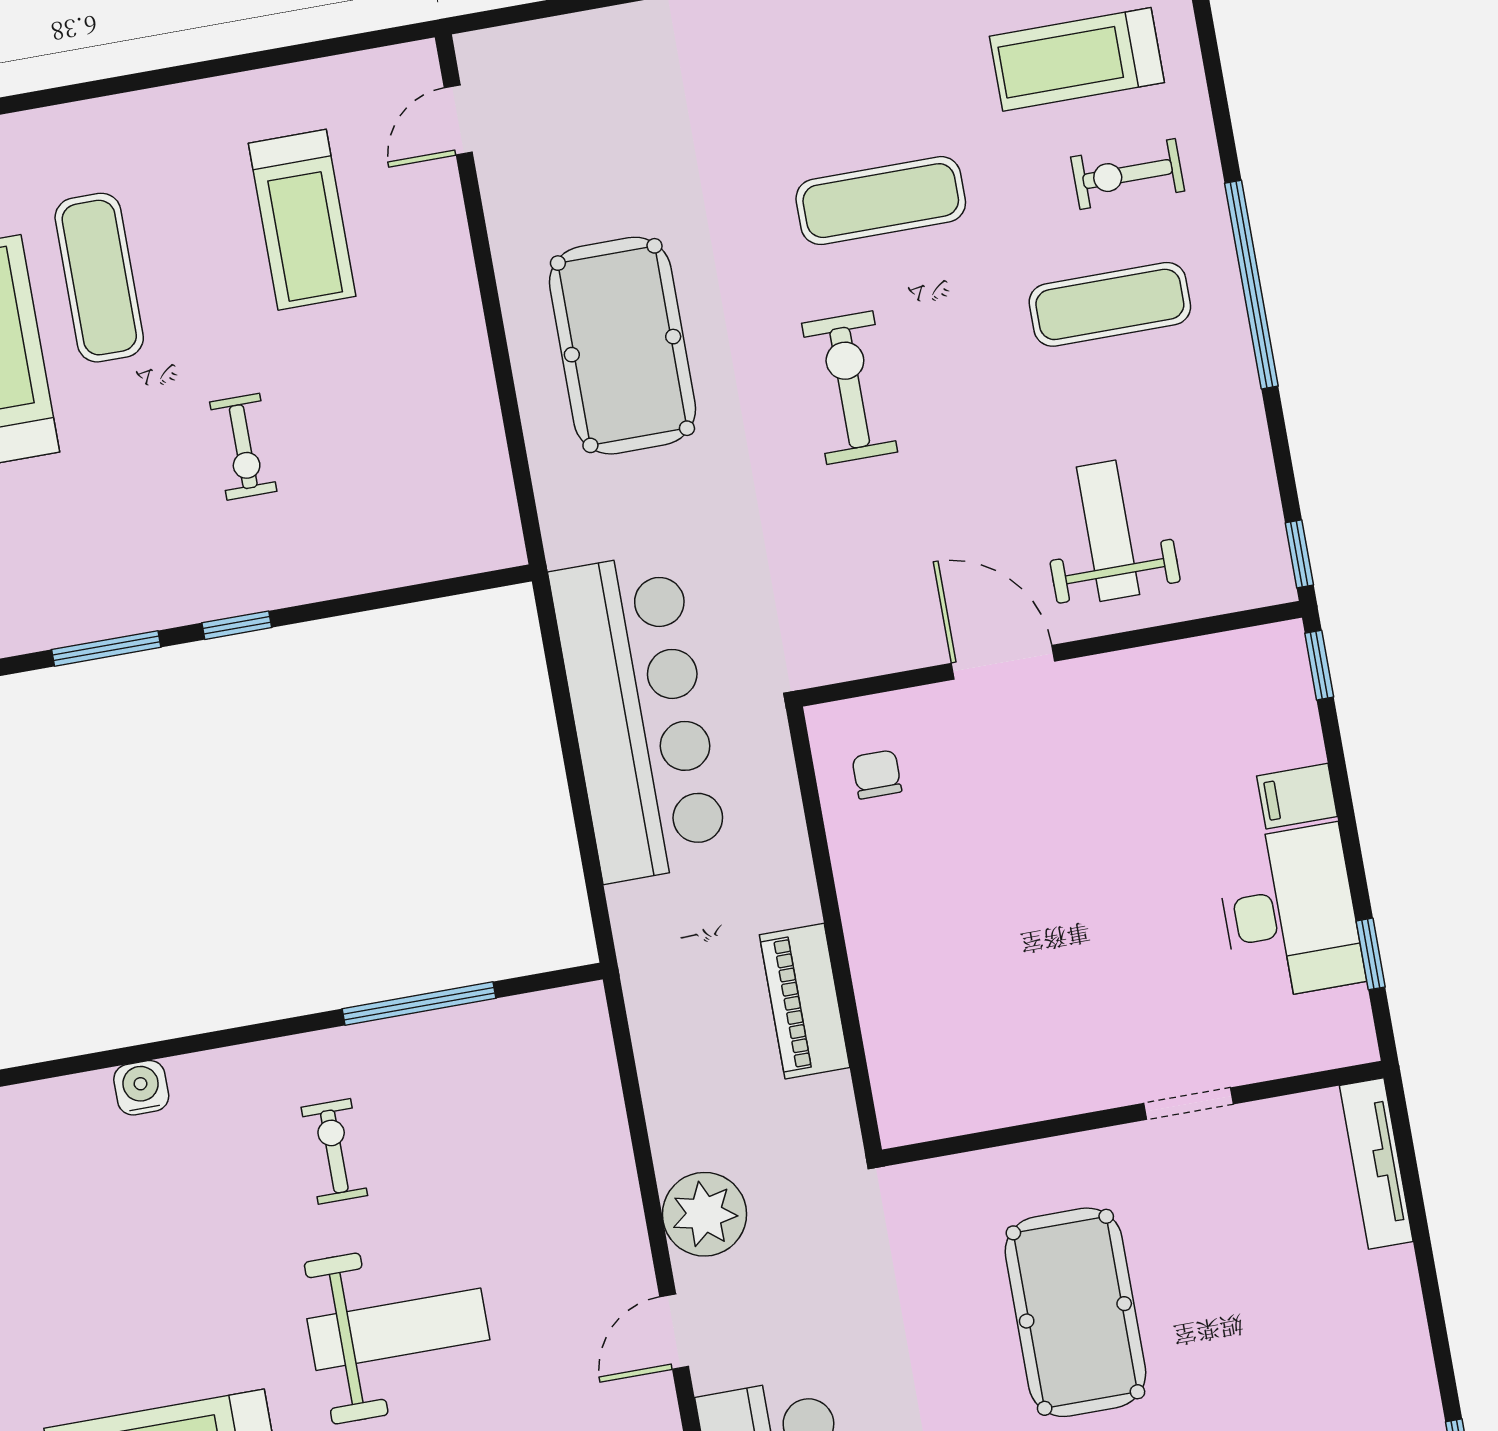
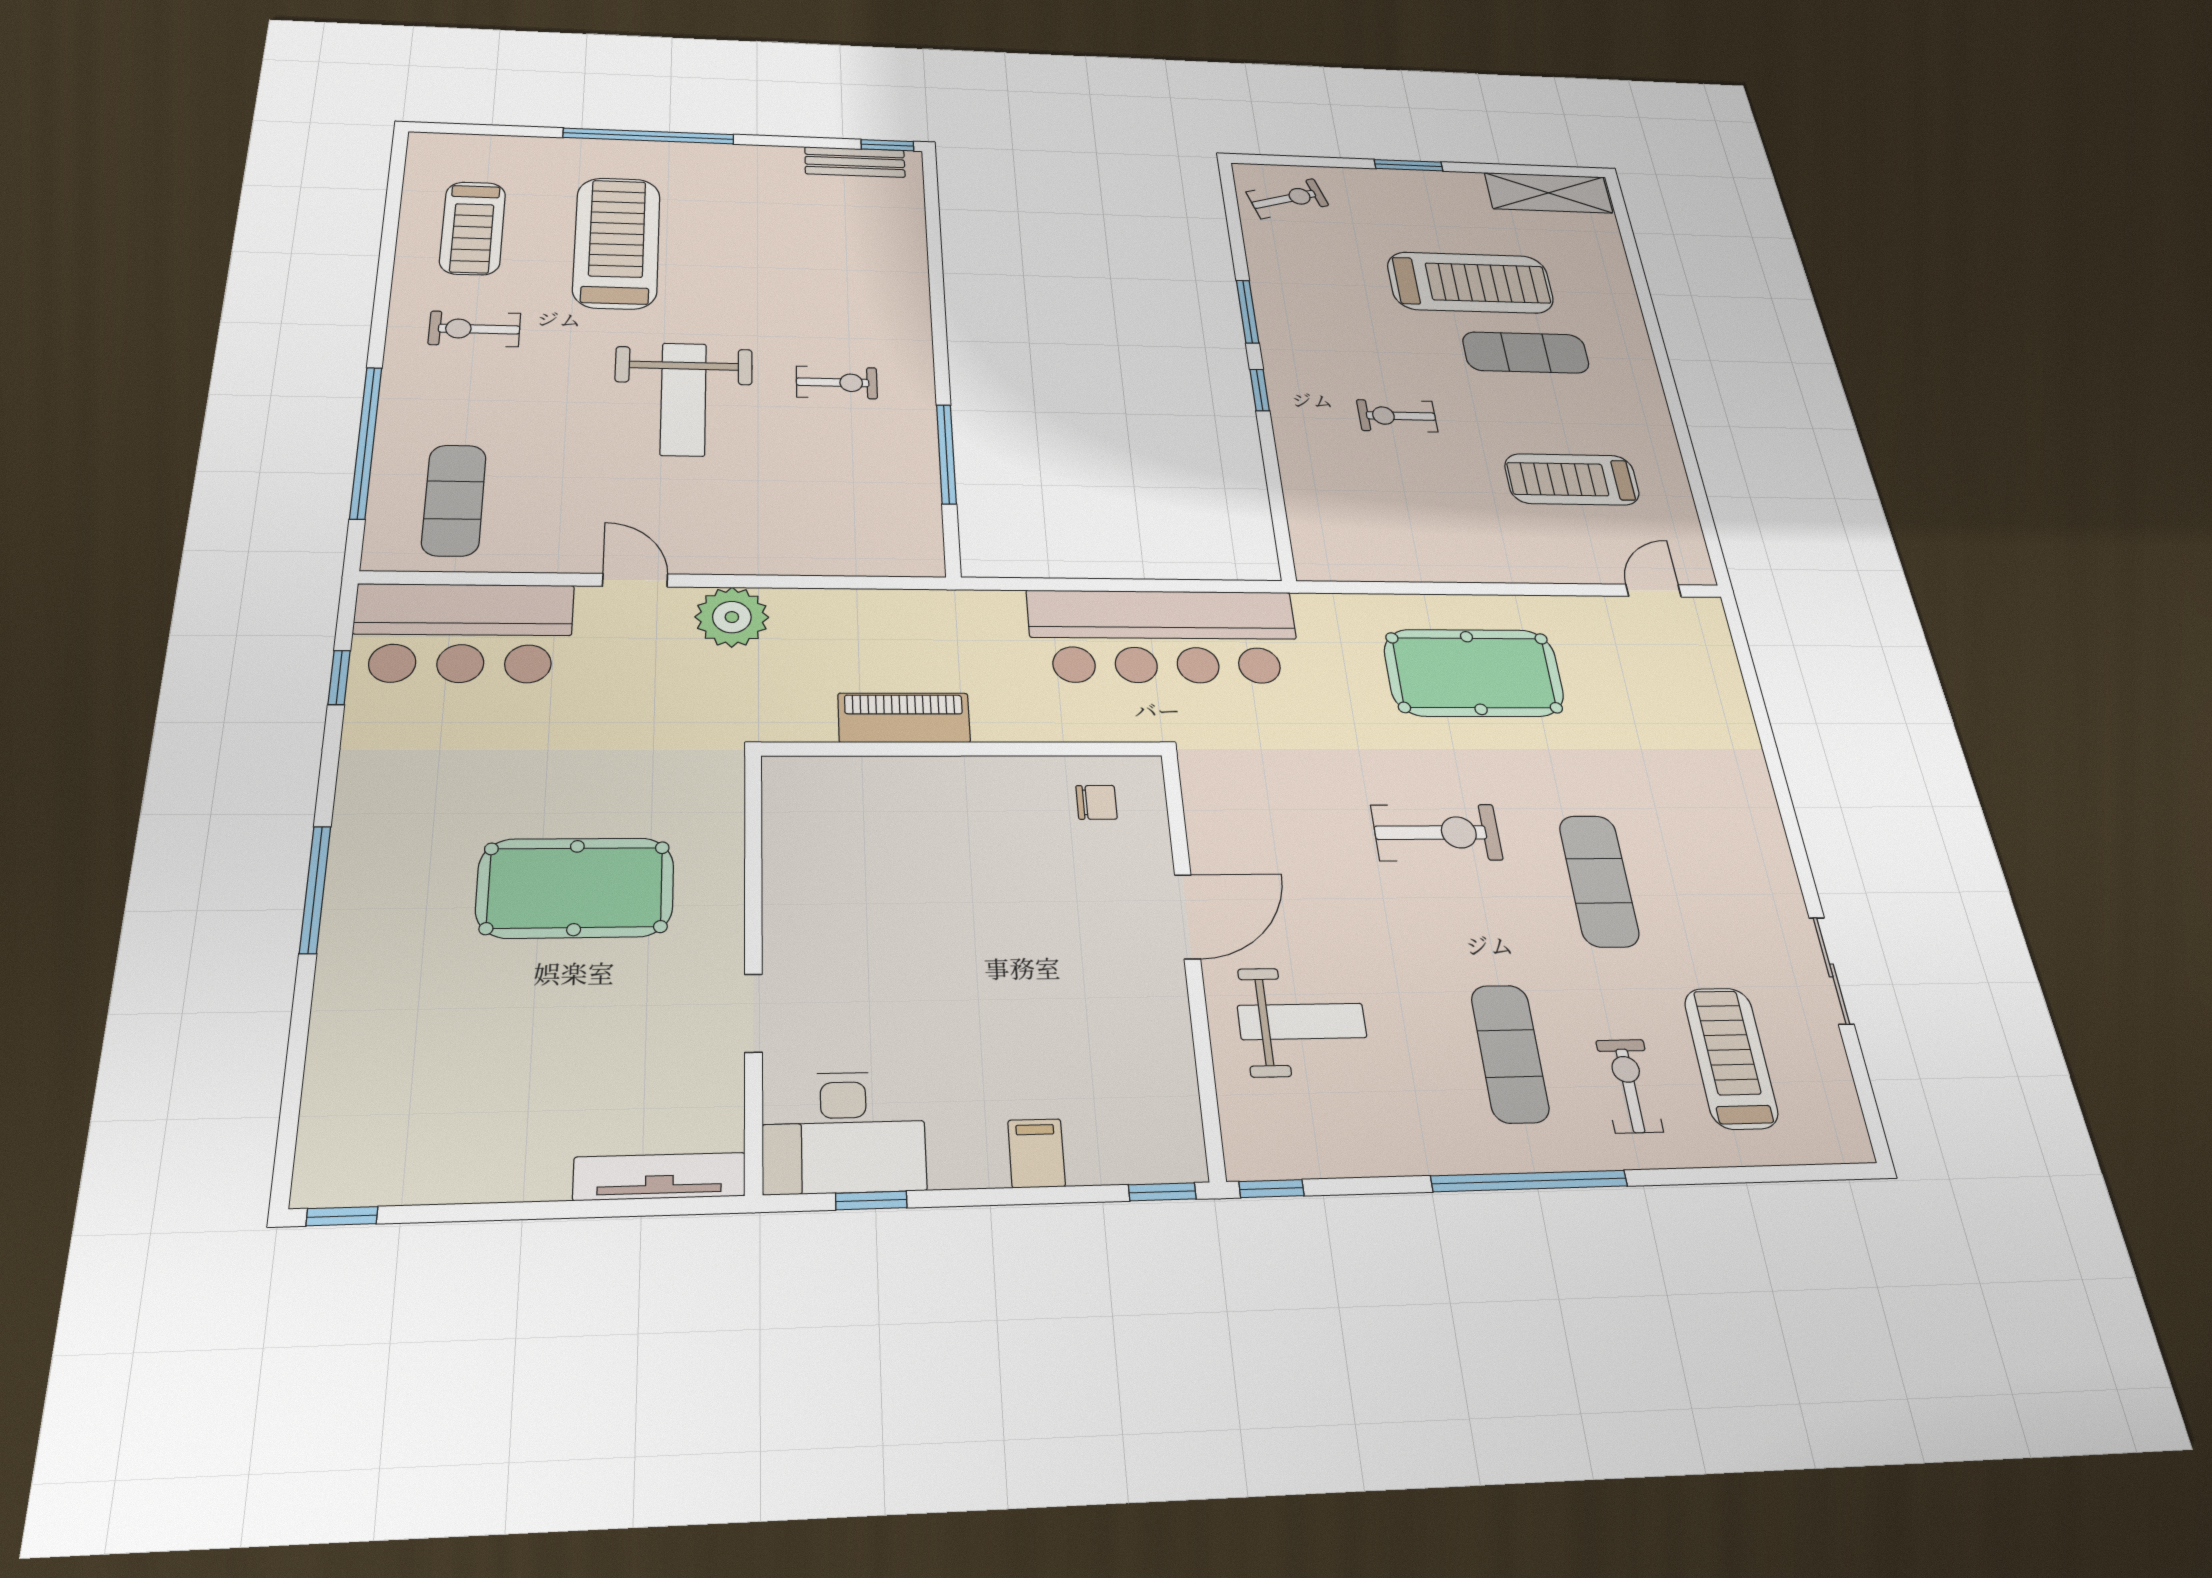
door: (458, 120) -> (1654, 591), hinge flipped
desk: (1290, 912) -> (844, 1132), moved
water cooler: (141, 1088) -> (909, 277), removed

